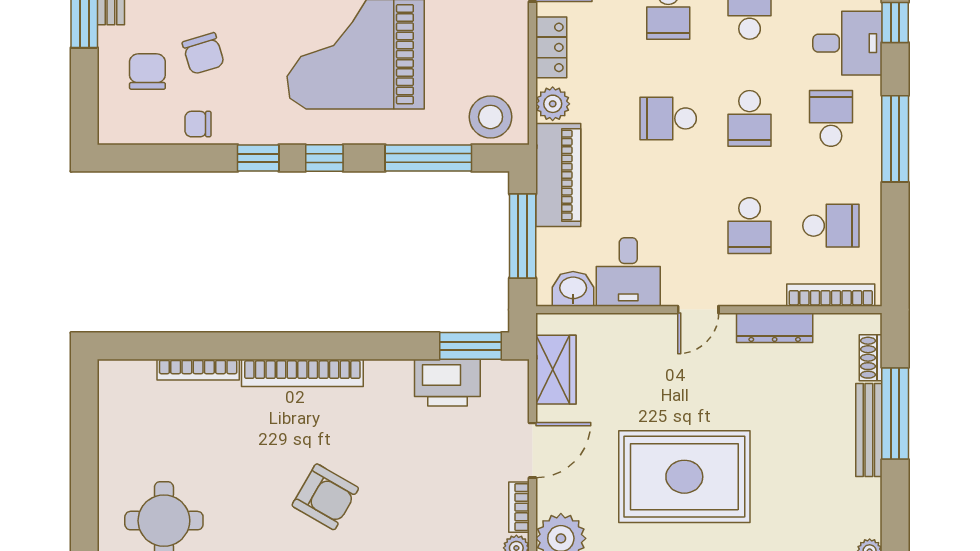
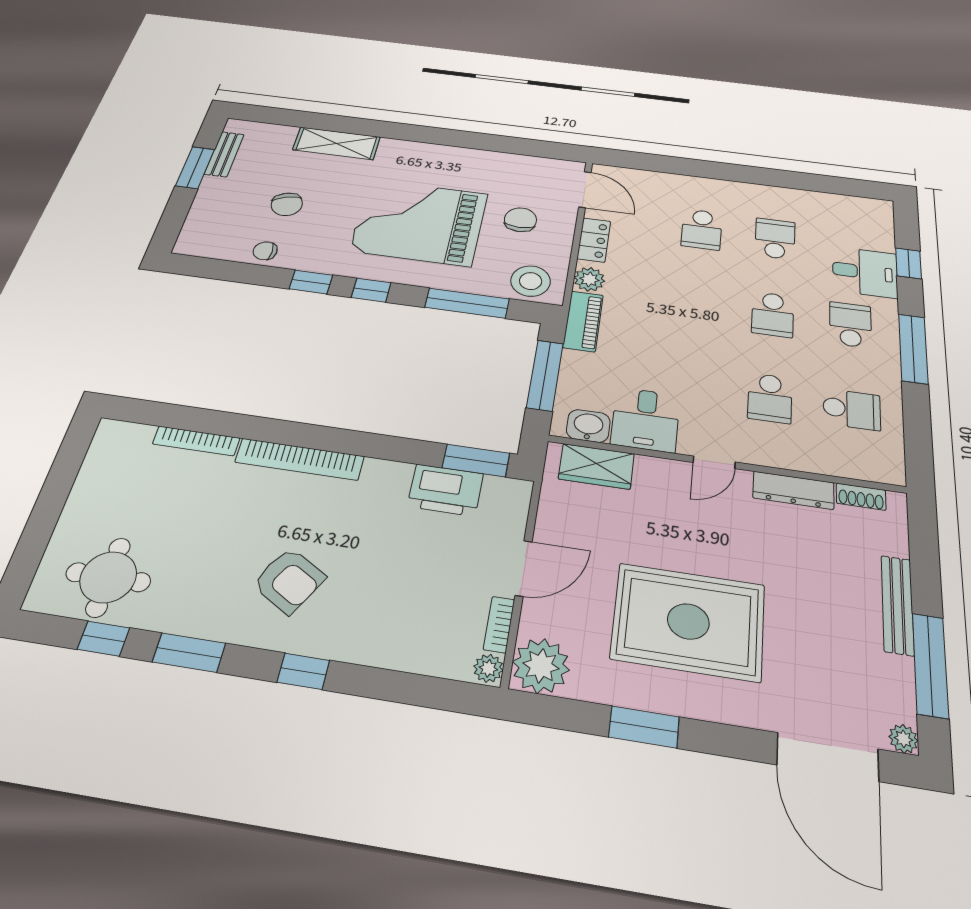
chair: (147, 72) -> (520, 220), moved
school desk: (668, 118) -> (696, 304), removed
piano: (558, 175) -> (583, 321), width x0.73, depth x0.75
bookcase: (831, 295) -> (852, 469), removed
shoe rack: (871, 358) -> (861, 497), moved, turned -90
wardrobe: (556, 370) -> (596, 466), moved, turned 90
window: (895, 413) -> (930, 665), moved

